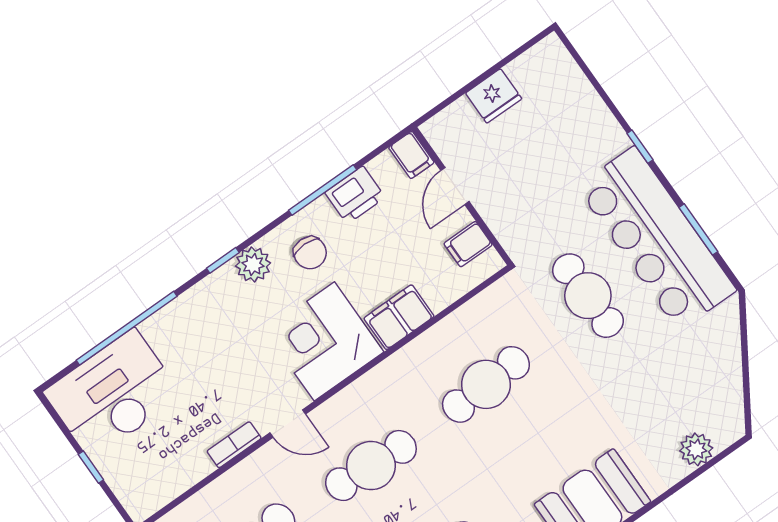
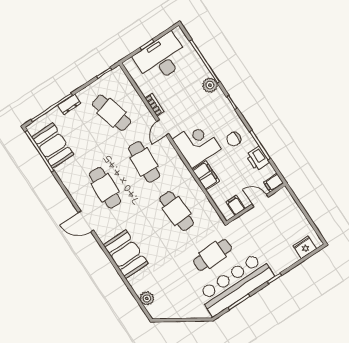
fridge: (494, 96) -> (305, 247), moved, turned 90
plant: (253, 265) -> (210, 85), moved
desk: (113, 394) -> (161, 58), moved, turned -90

